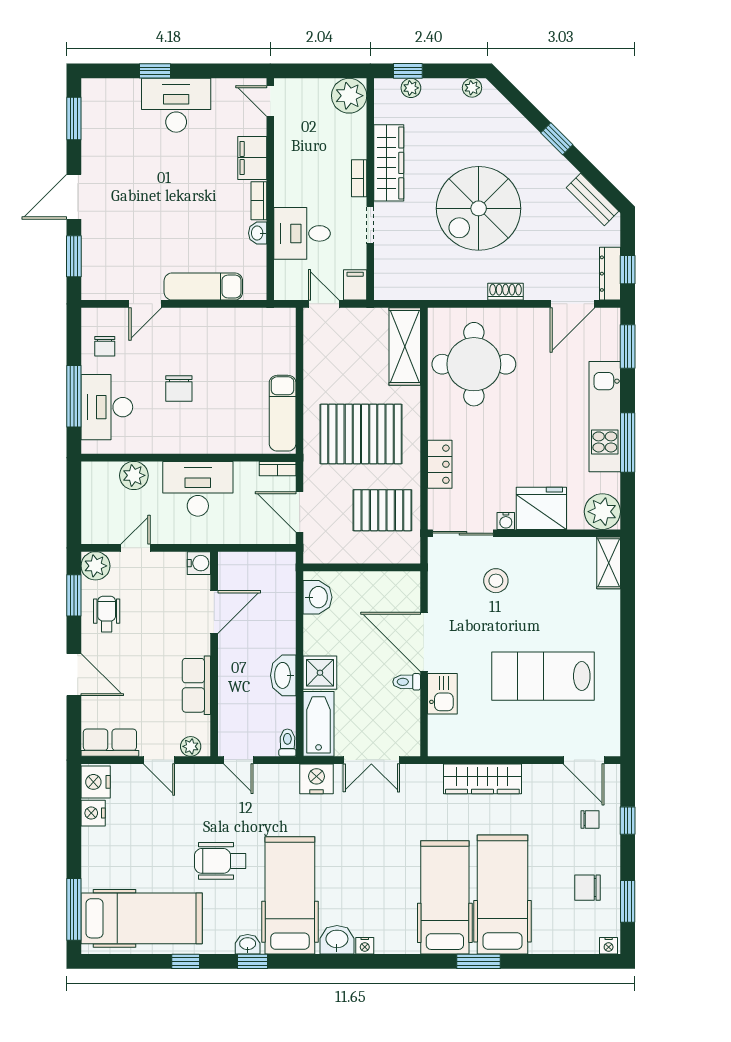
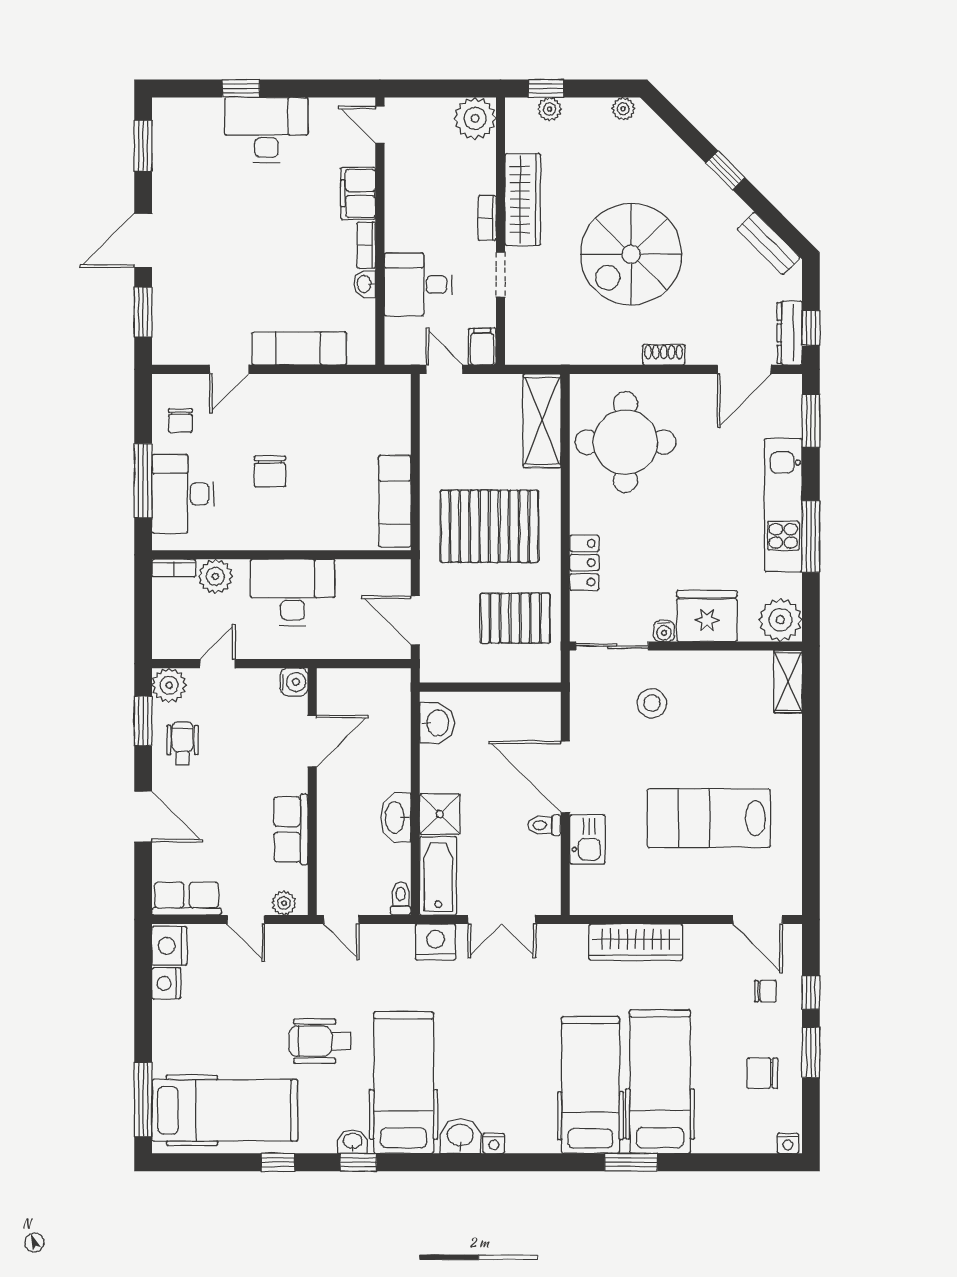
bookcase: (278, 469) -> (174, 568), moved
window: (628, 901) -> (811, 1052), moved

